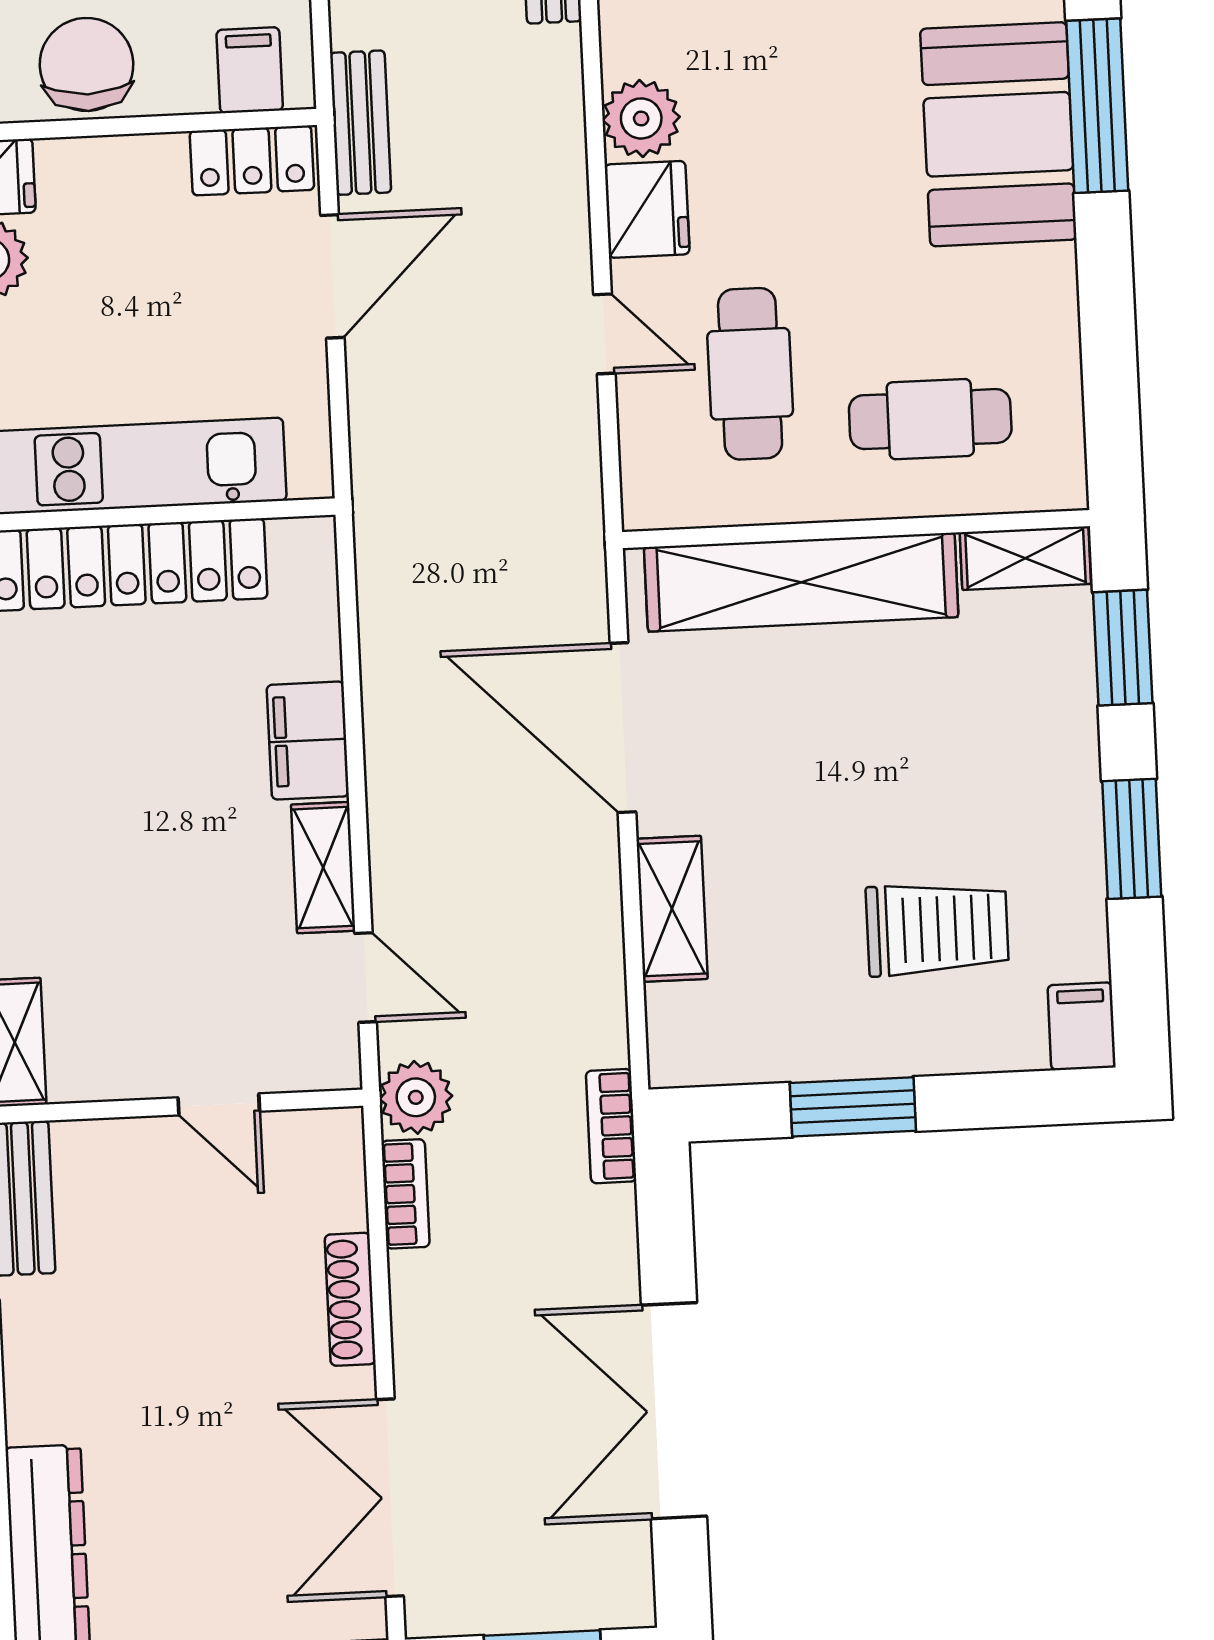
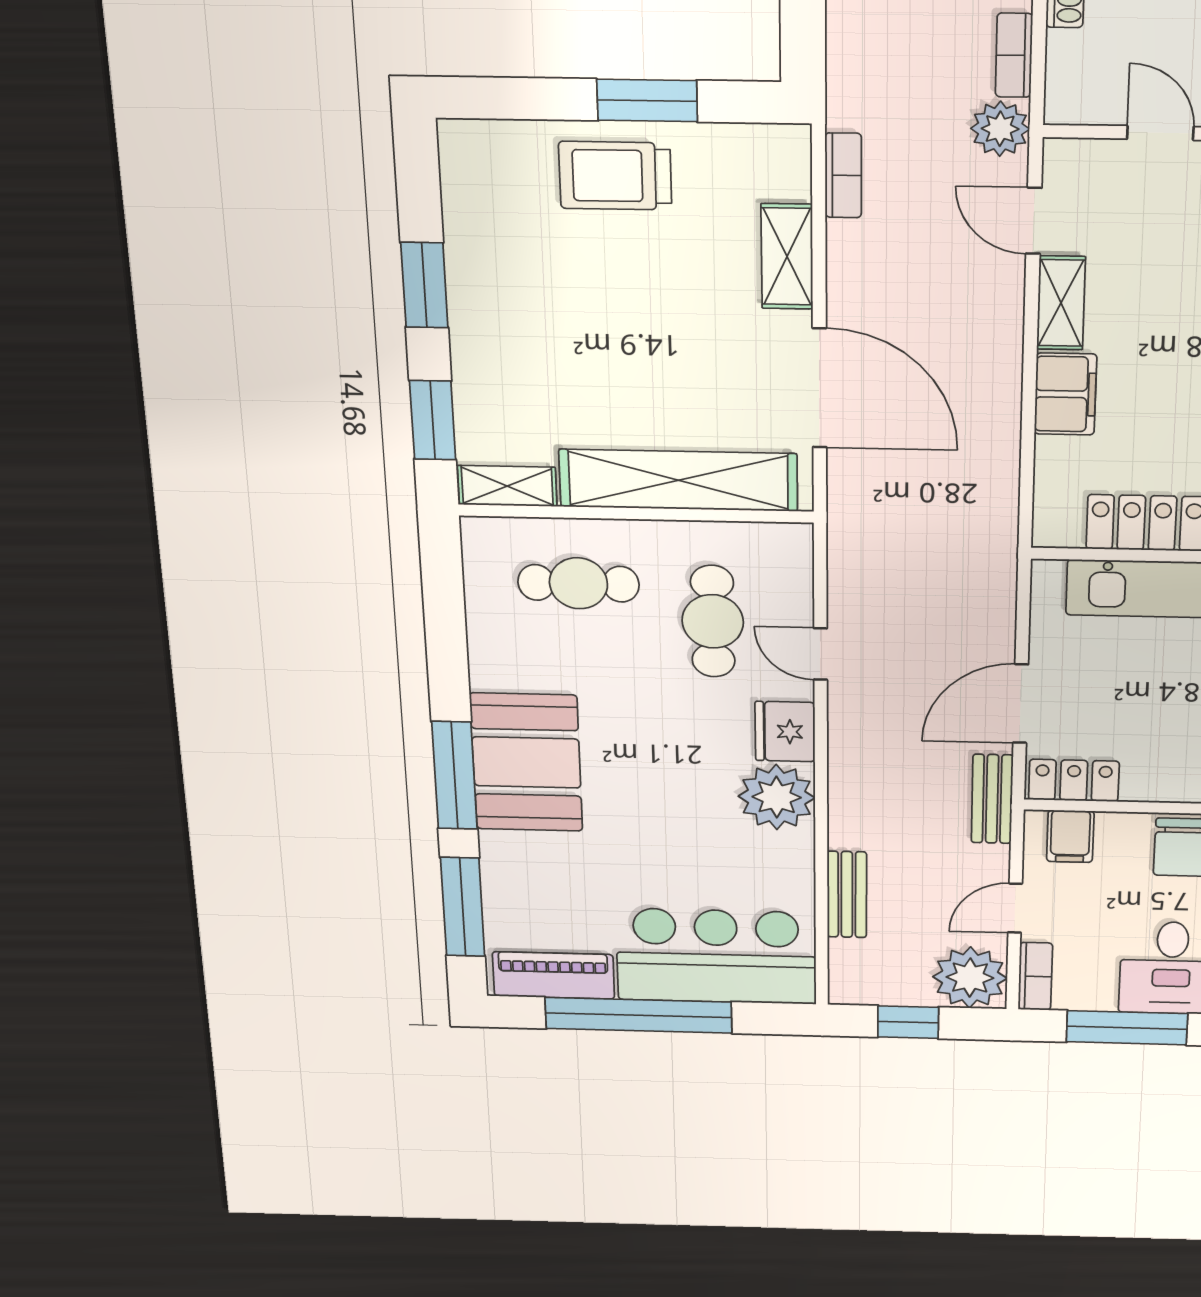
plant: (641, 118) -> (777, 797), width x1.36, depth x1.36
trolley: (937, 929) -> (615, 176), moved
filing cabinet: (1082, 1026) -> (463, 150), removed
bookcase: (611, 1126) -> (843, 175), moved

